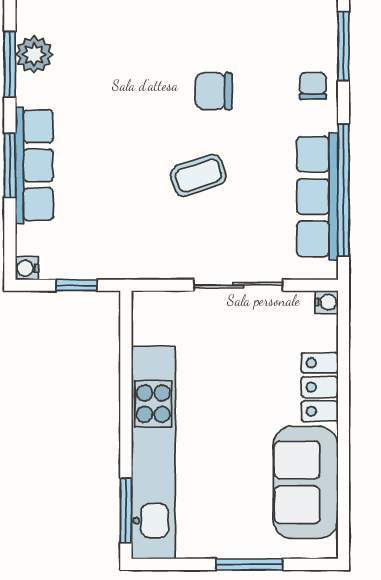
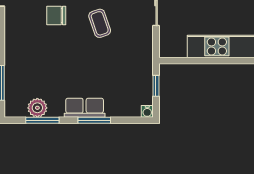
chair: (214, 91) -> (56, 15), turned 90
row of seats: (34, 165) -> (85, 108), width x0.68

